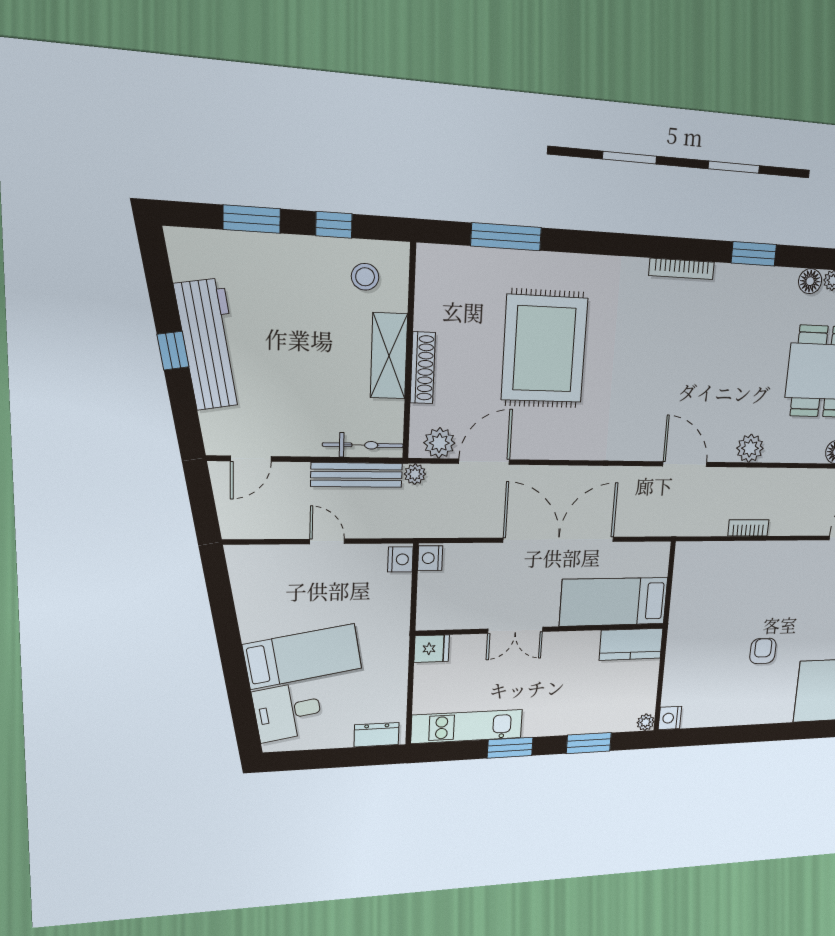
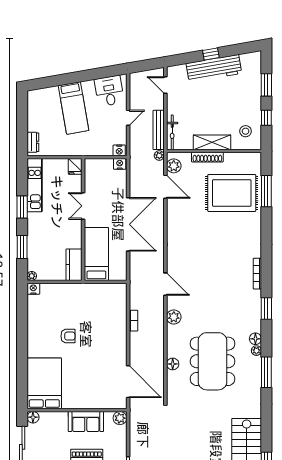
rug: (544, 349) -> (232, 193), moved
door: (685, 464) -> (165, 284), hinge flipped
desk: (288, 712) -> (109, 91), moved

